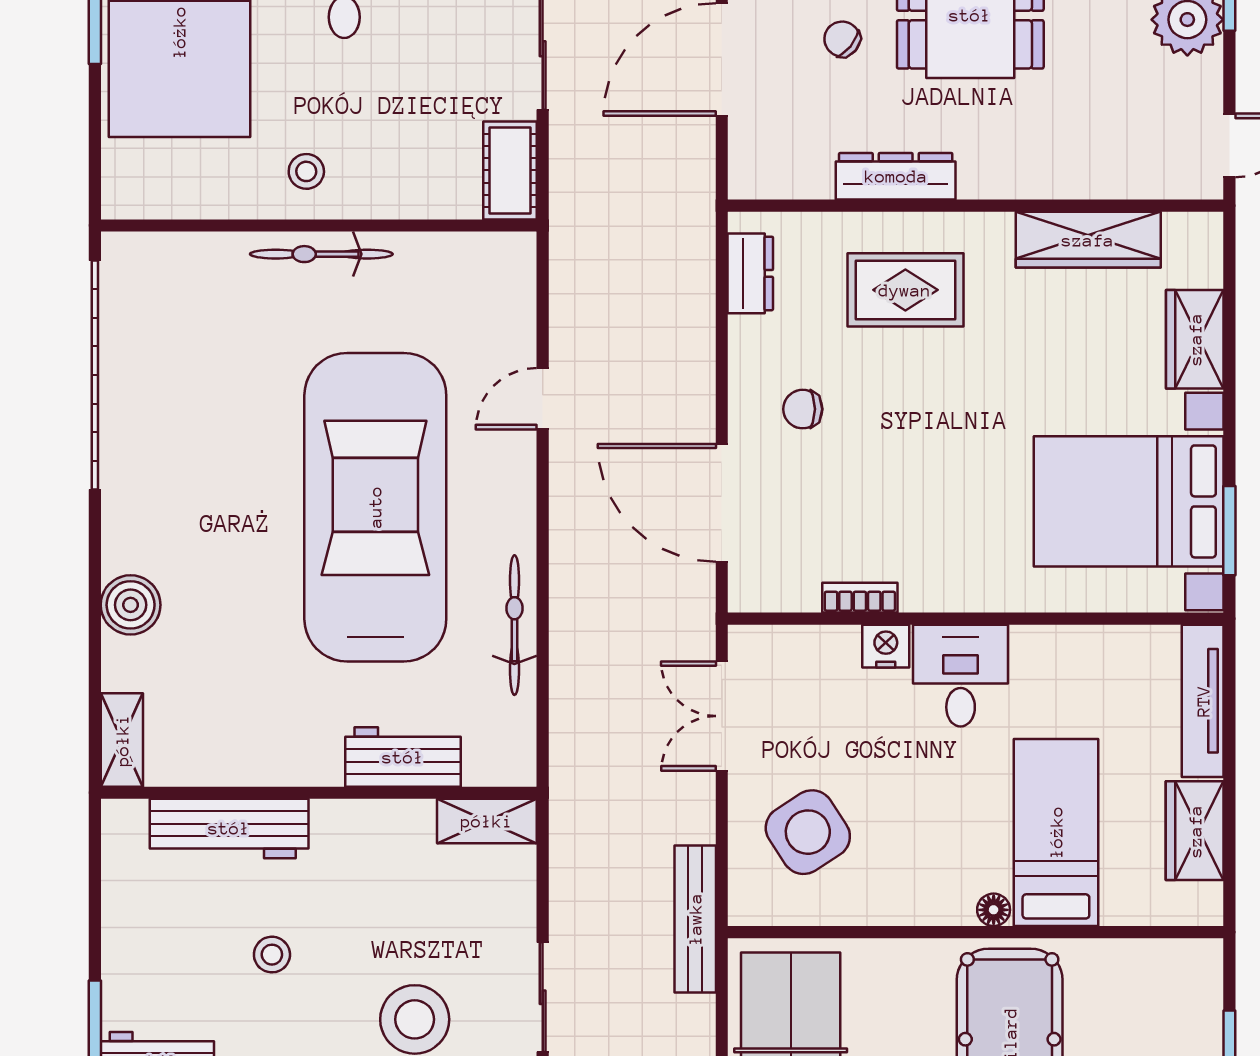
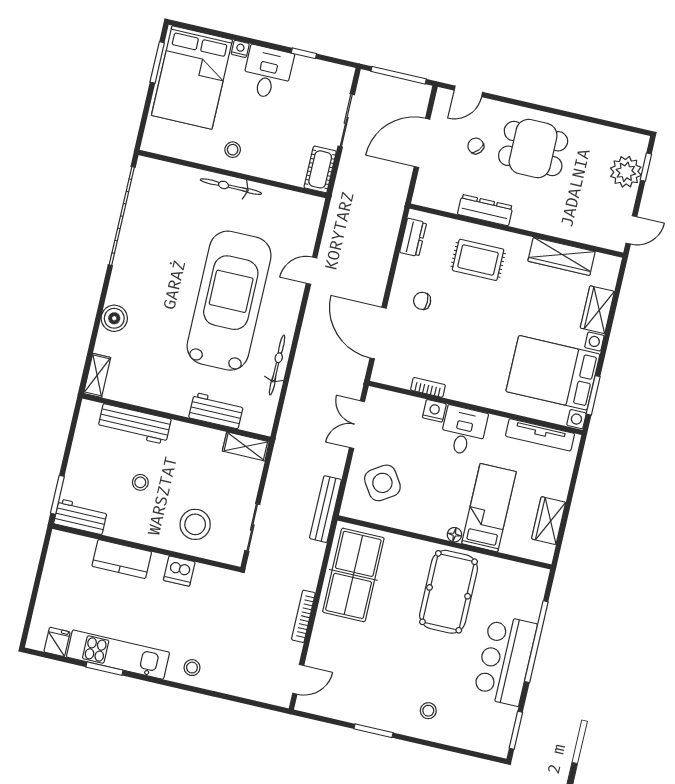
tv unit: (1203, 701) -> (540, 435), moved, turned -90

